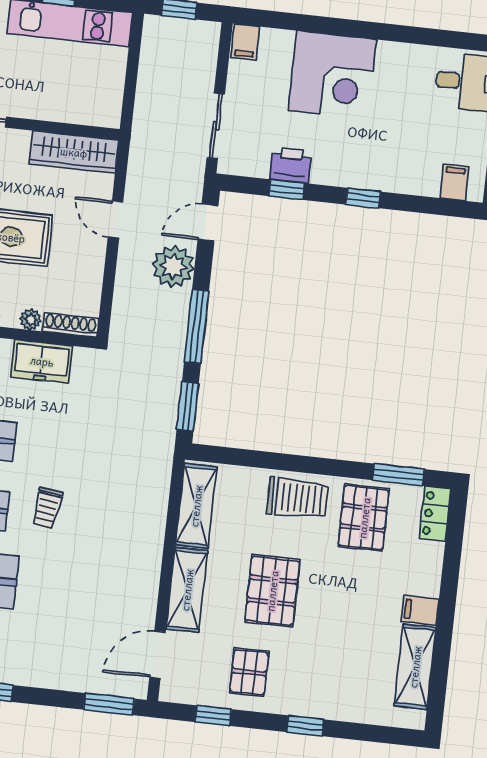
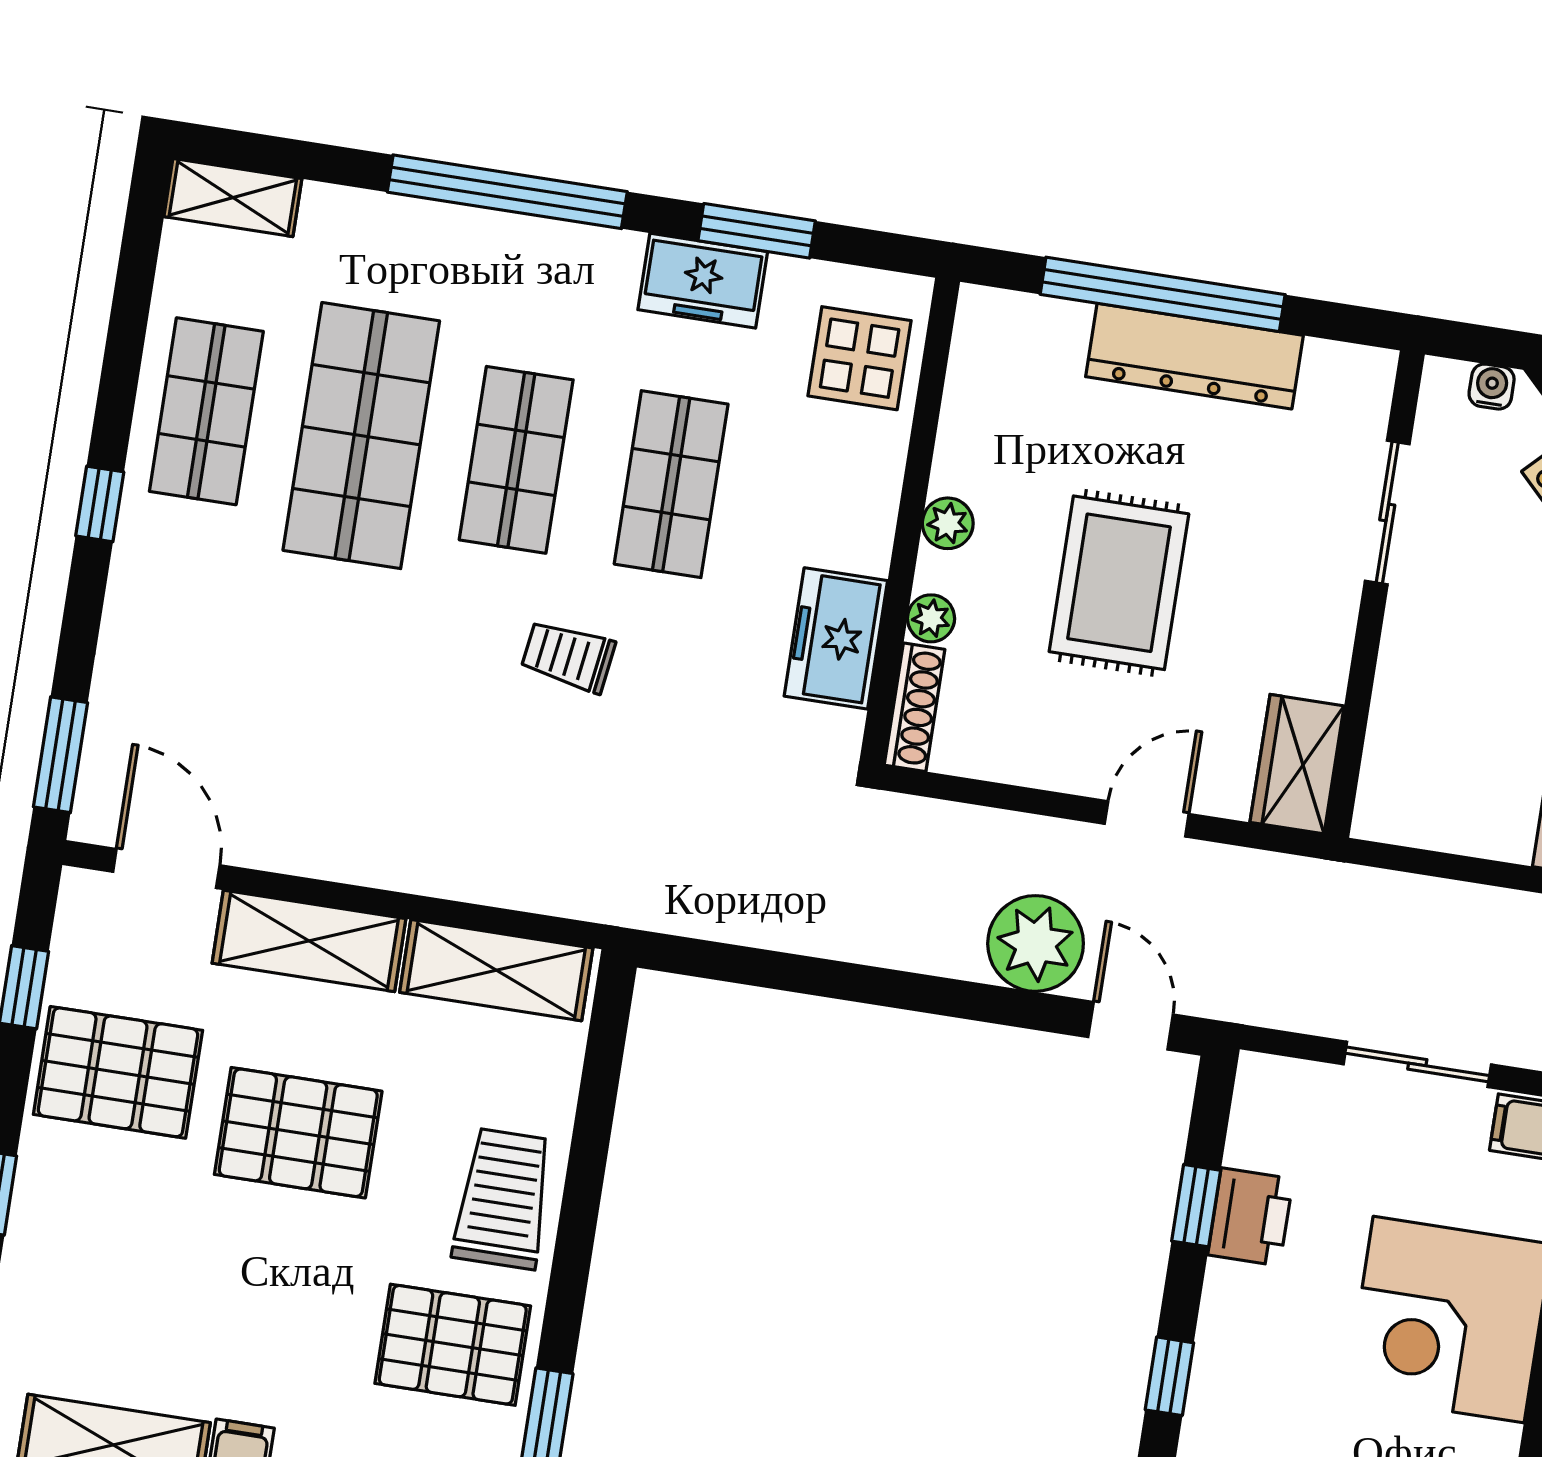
sliding door: (216, 126) -> (1417, 1064), moved
wardrobe: (74, 152) -> (1297, 764), width x0.67
window: (197, 326) -> (898, 990), removed
window: (188, 406) -> (720, 962), removed
trolley: (298, 498) -> (503, 1199), turned 180
trolley: (47, 508) -> (568, 656), moved
pallet: (249, 672) -> (118, 1072), width x1.50, depth x1.42

